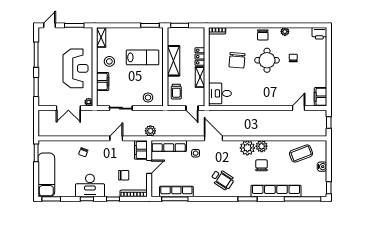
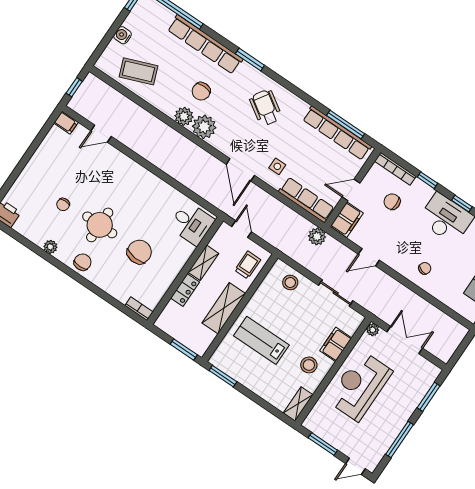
filing cabinet: (321, 97) -> (66, 123), width x0.50
row of seats: (176, 191) -> (337, 133), width x1.36

